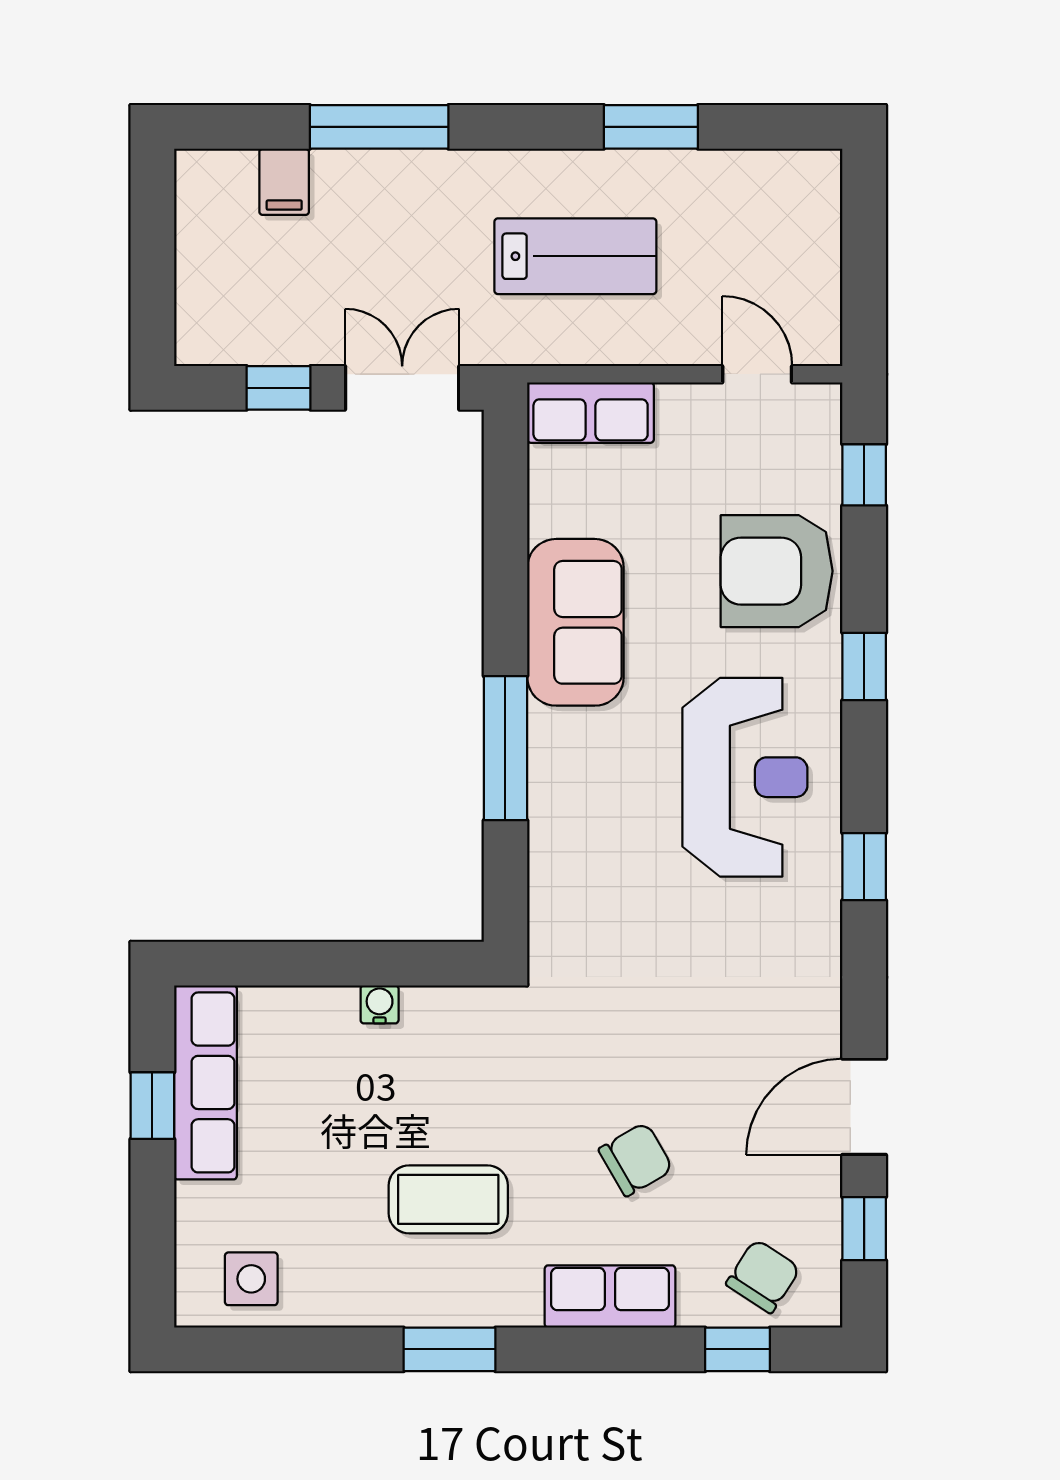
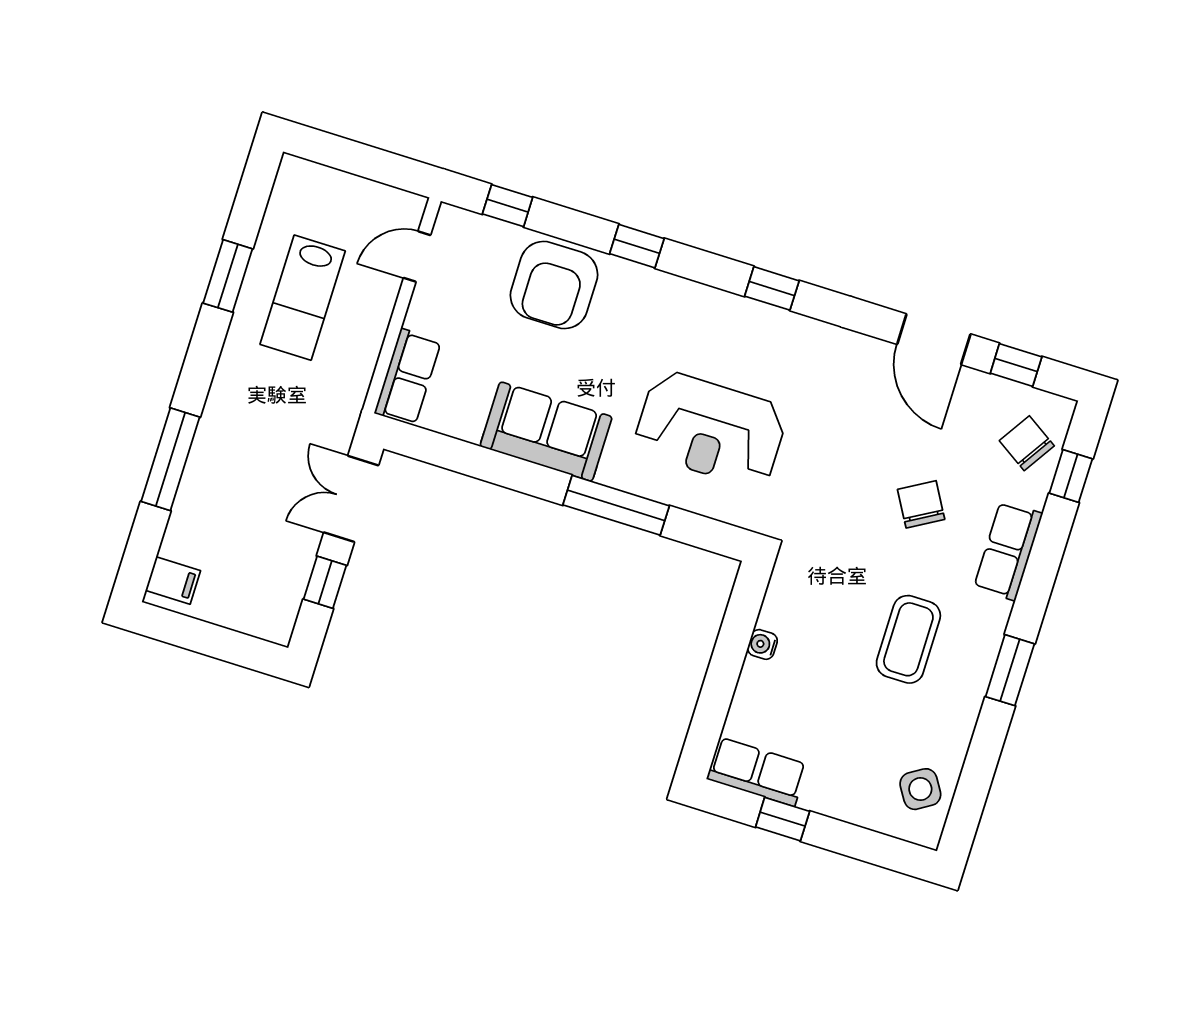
filing cabinet: (284, 182) -> (173, 580), moved
lab bench: (575, 256) -> (303, 298), moved, turned 180
reception desk: (745, 777) -> (711, 429), moved, turned 180
row of seats: (205, 1082) -> (757, 772), width x0.68
side table: (251, 1279) -> (920, 789), turned -32

